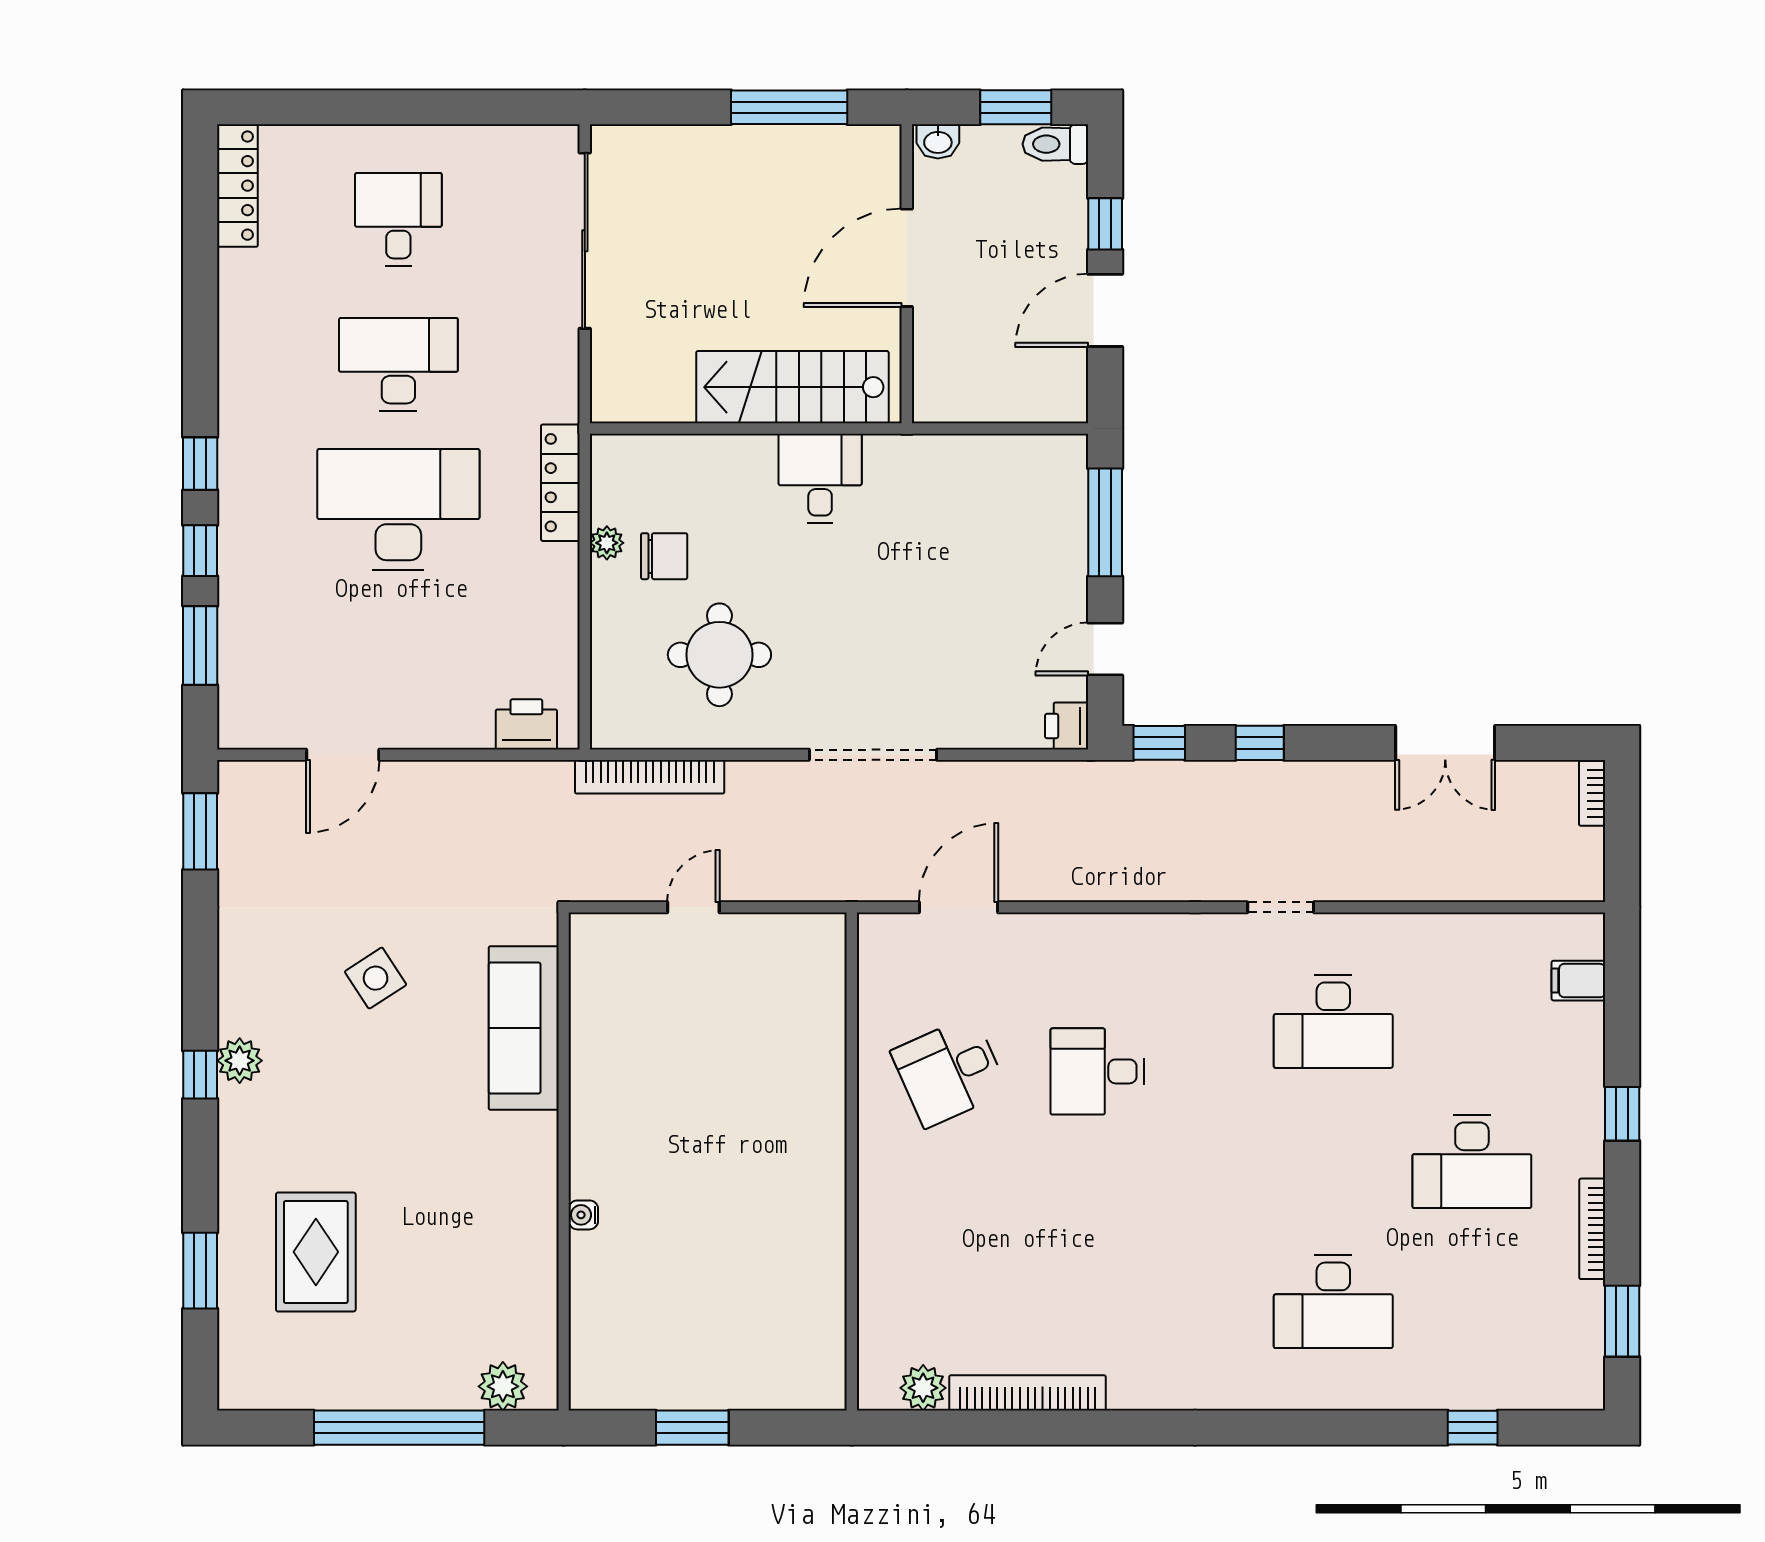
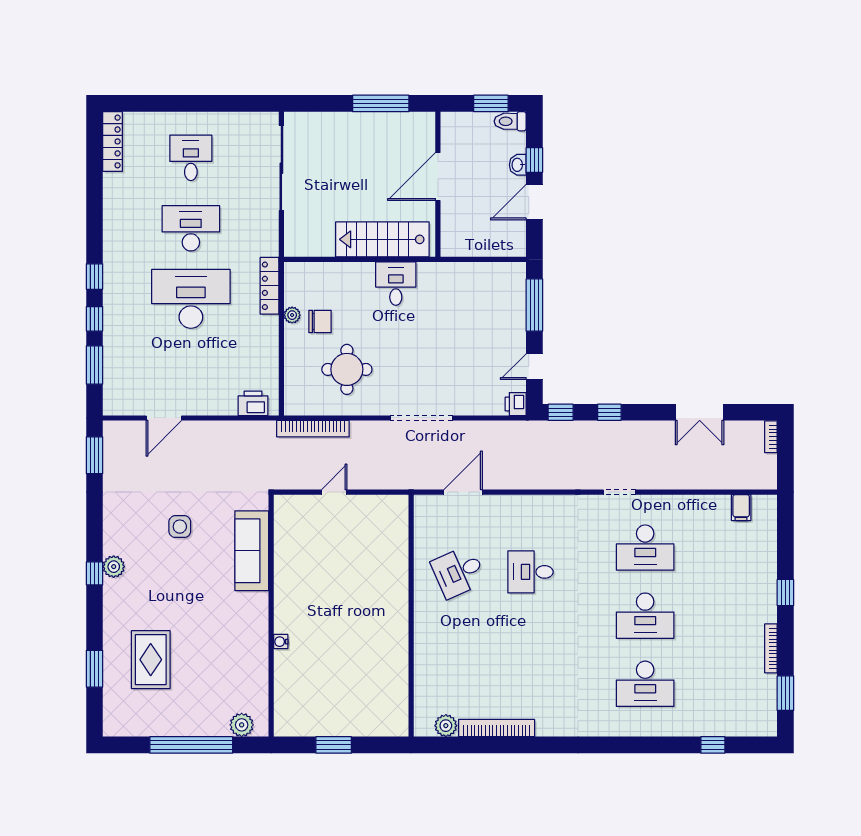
washbasin: (938, 141) -> (518, 165), moved, turned 90
side table: (376, 978) -> (180, 527), turned 33
filing cabinet: (1578, 981) -> (741, 508), moved, turned -90
desk: (1472, 1162) -> (645, 616), moved

